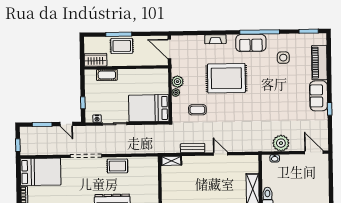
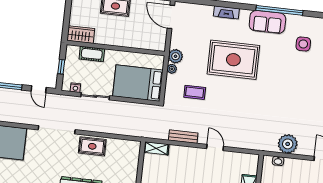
wardrobe: (96, 60) -> (81, 35), moved
wall: (126, 67) -> (116, 48), moved
cot: (107, 75) -> (92, 54), moved

